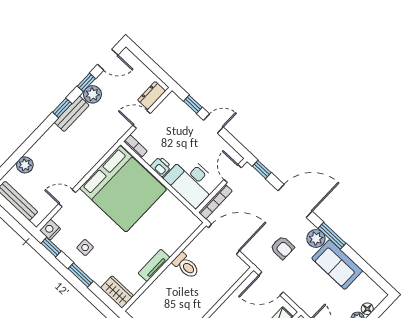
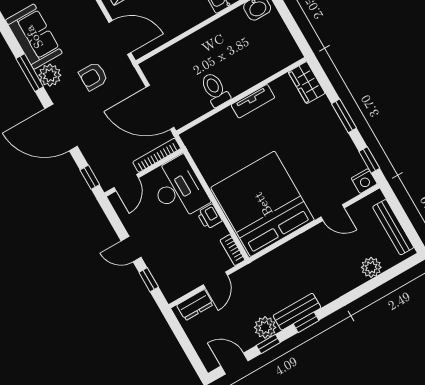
door: (142, 119) -> (215, 280), hinge flipped
side table: (85, 247) -> (329, 147), removed
armchair: (282, 248) -> (93, 76), turned -90

